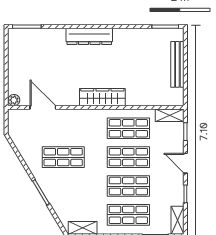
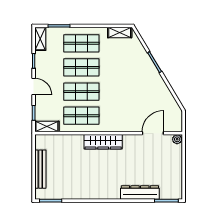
dresser: (89, 36) -> (140, 192), moved
door: (43, 107) -> (153, 133), swing flipped
shop shelf: (63, 157) -> (136, 92), removed

